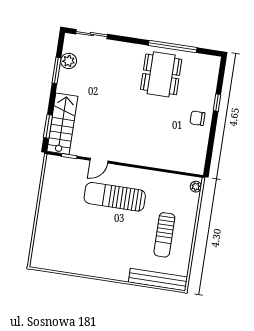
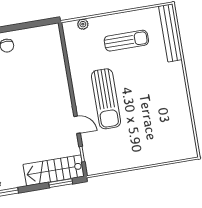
plant: (196, 187) -> (83, 24), moved

